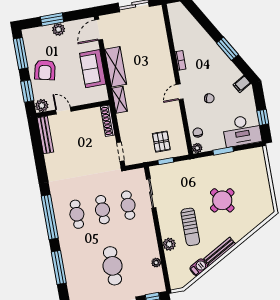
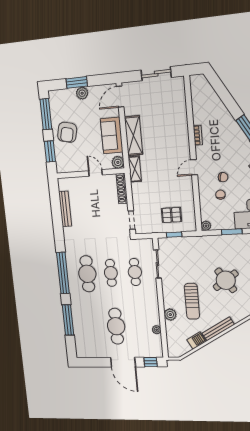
plant: (42, 105) -> (118, 162), moved
door: (63, 111) -> (95, 173), moved
chair: (198, 133) -> (220, 195), moved
bench: (45, 135) -> (65, 209), moved
pallet: (161, 142) -> (171, 215), turned 90
cafe table: (77, 214) -> (87, 274), width x1.37, depth x1.35

